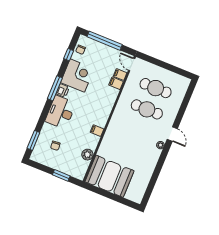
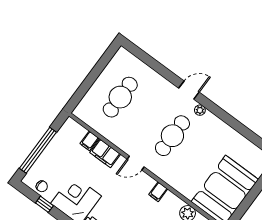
door: (132, 64) -> (136, 163), moved
filing cabinet: (116, 83) -> (105, 153), width x2.00
cafe table: (147, 109) -> (172, 136), moved

